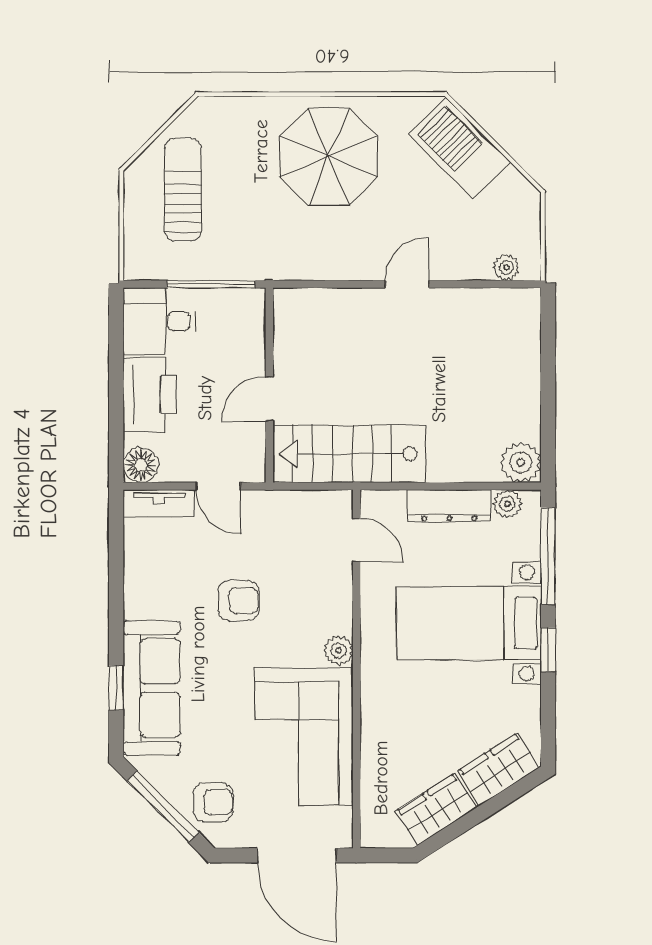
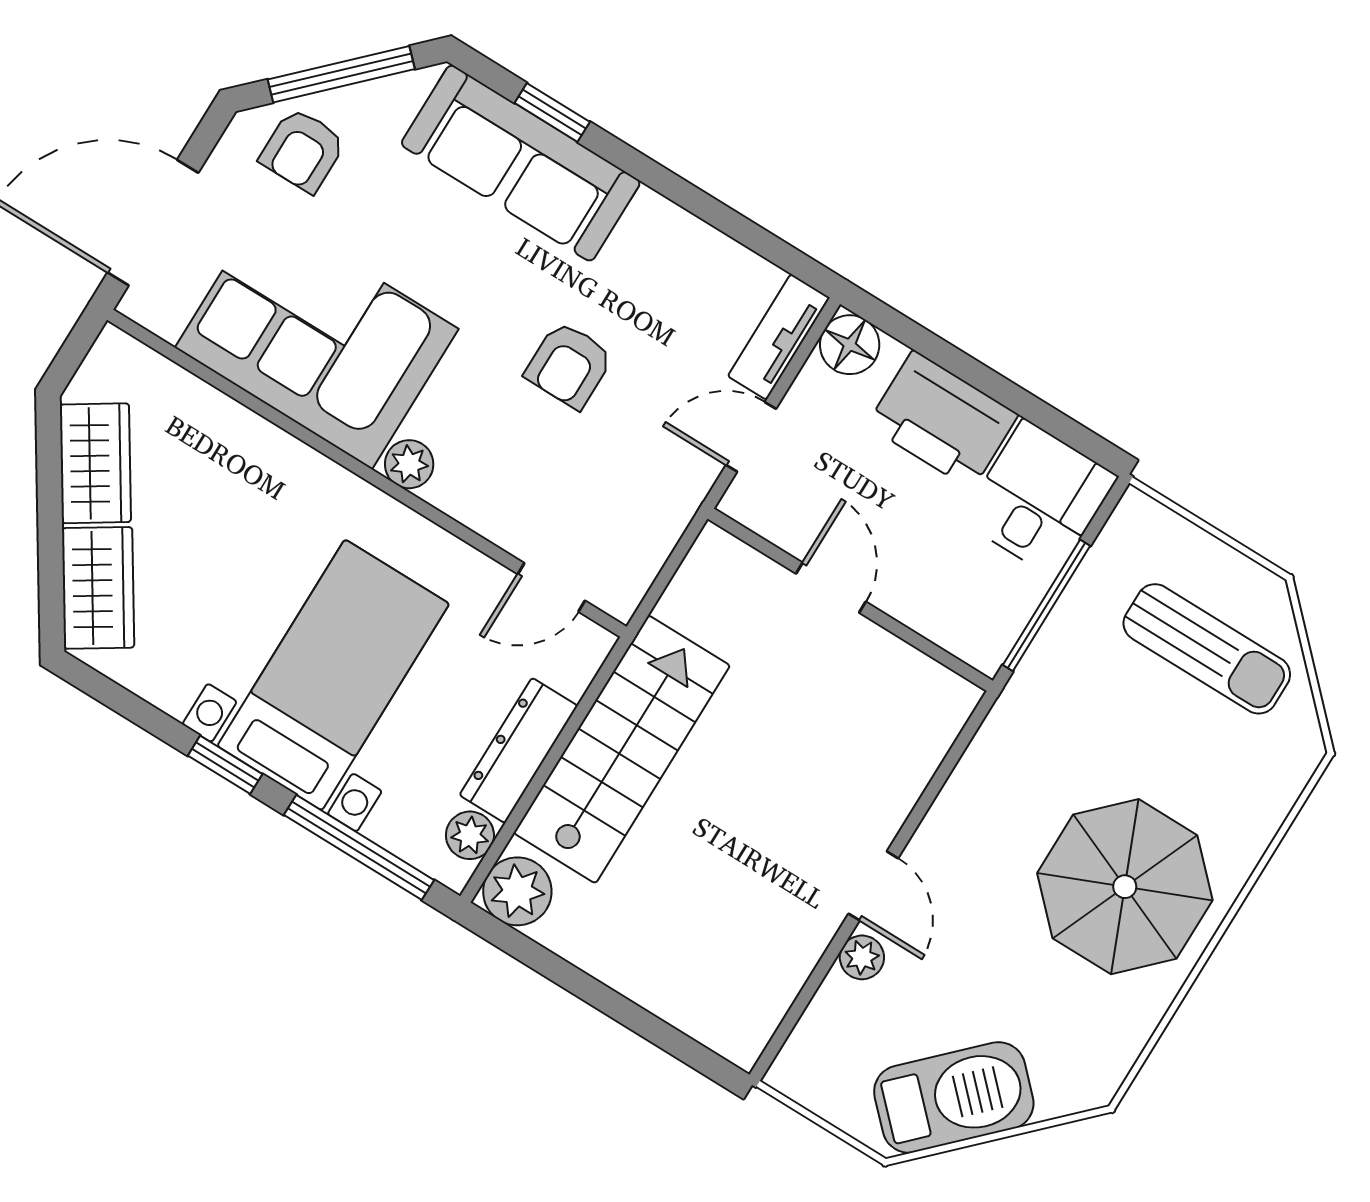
barbecue: (460, 148) -> (954, 1097), moved
plant: (506, 268) -> (862, 957), moved
stairs: (349, 454) -> (622, 749), moved

